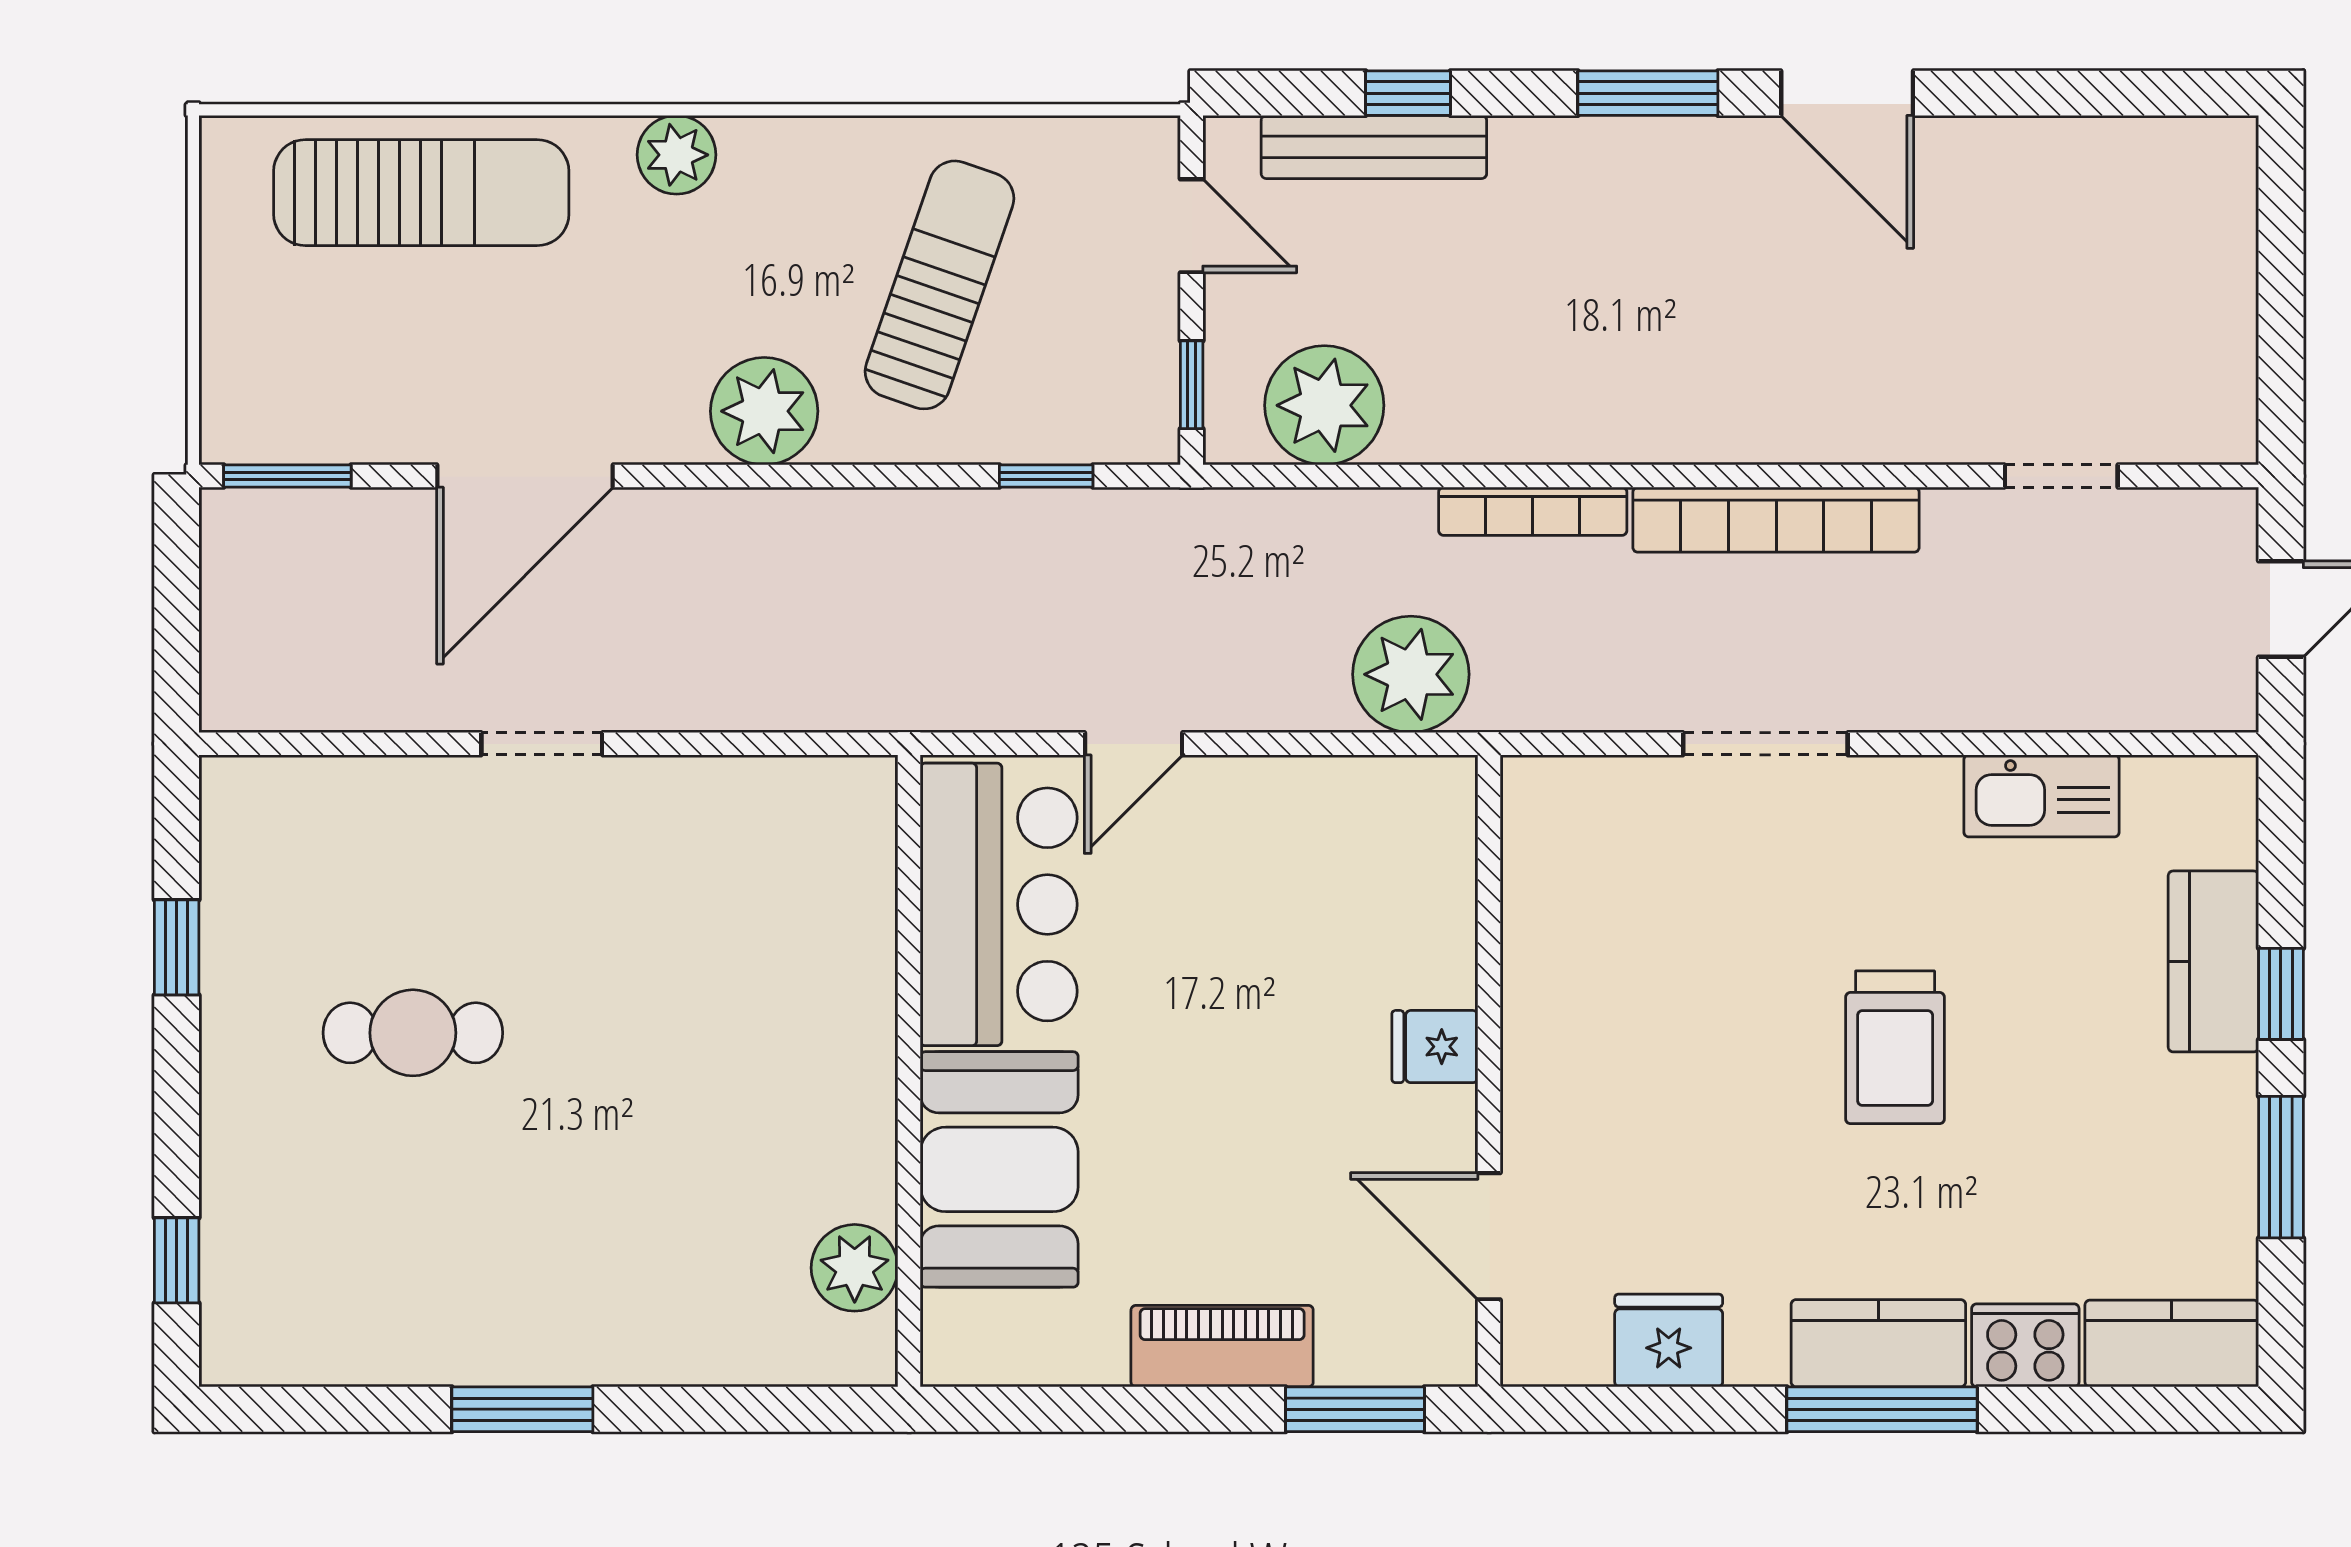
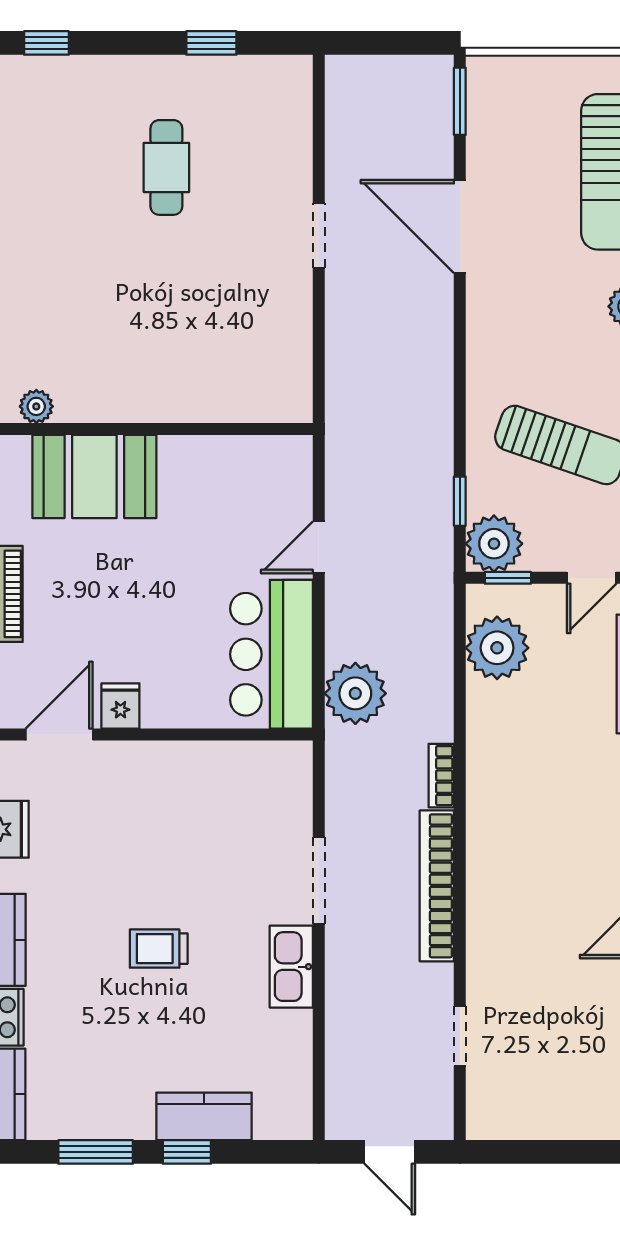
plant: (764, 411) -> (494, 544), moved
bookcase: (1533, 511) -> (441, 776), width x0.64
door: (1134, 744) -> (319, 547), hinge flipped
kitchen sink: (2042, 796) -> (291, 967), moved
bar counter: (999, 904) -> (271, 654), moved, turned 90
fridge: (1435, 1047) -> (120, 706), moved
trolley: (1895, 1047) -> (159, 949), width x0.73, depth x0.72
plant: (855, 1268) -> (36, 406), width x0.73, depth x0.73

